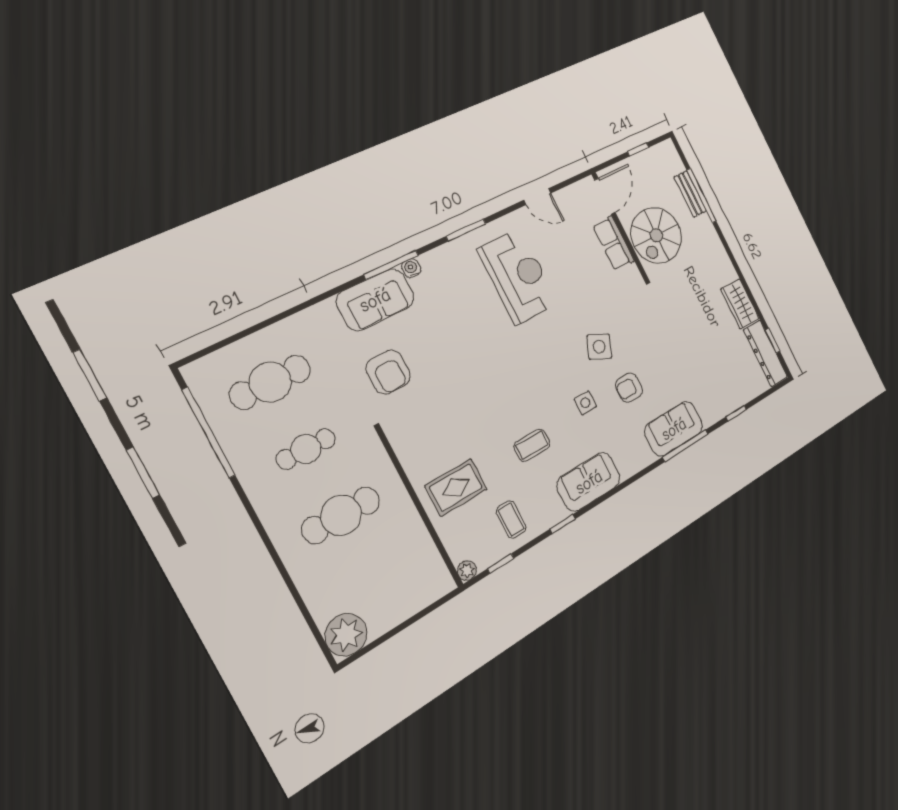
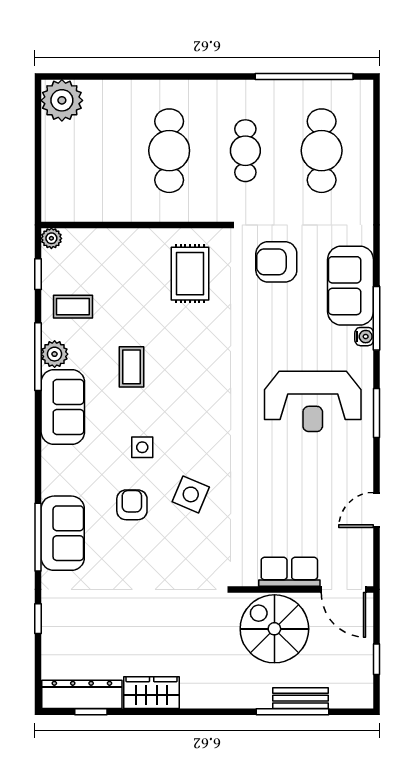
reception desk: (518, 276) -> (313, 401), moved
rug: (456, 488) -> (190, 274), moved
plant: (554, 512) -> (55, 354), added
window: (563, 524) -> (38, 357), width x2.17

